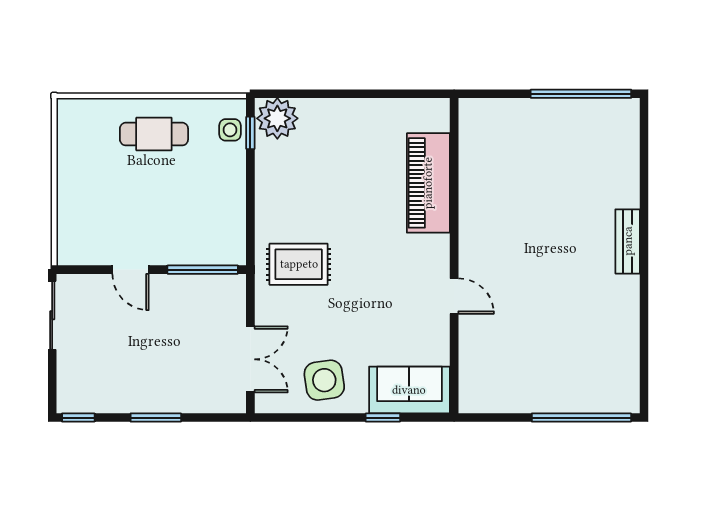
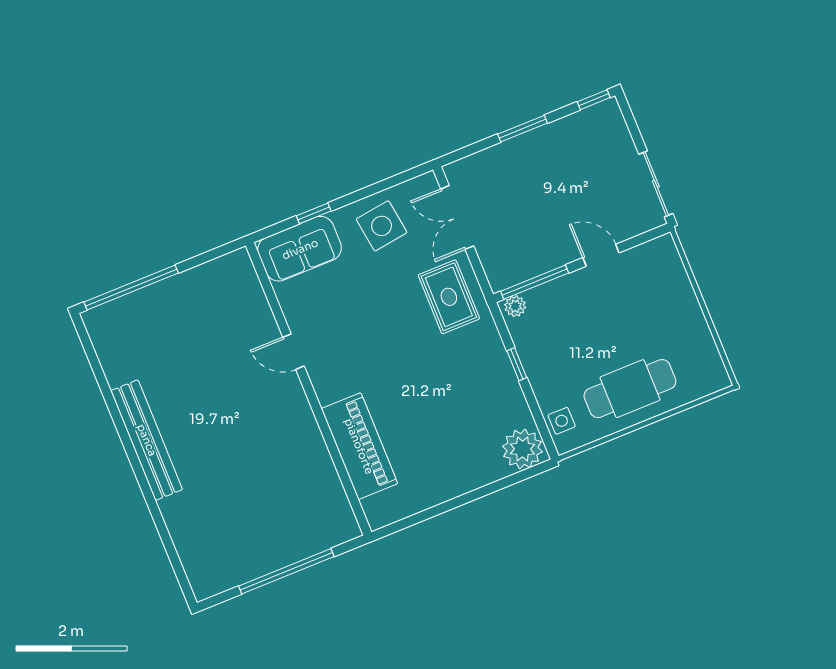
window: (581, 94) -> (286, 571), moved
window: (250, 133) -> (517, 364), moved
cafe table: (154, 134) -> (630, 389), width x1.37, depth x1.35
bench: (628, 241) -> (147, 440), width x1.86, depth x1.21
plant: (230, 255) -> (515, 306), added
rug: (299, 264) -> (449, 297), moved, turned 90

